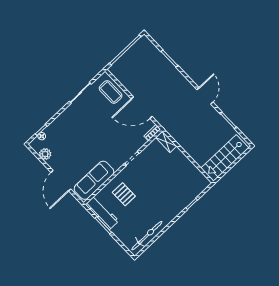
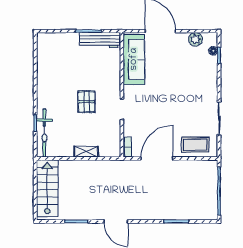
shelving: (166, 142) -> (86, 152), moved
pallet: (124, 194) -> (87, 102), moved, turned 90
bicycle: (147, 236) -> (44, 133), moved

